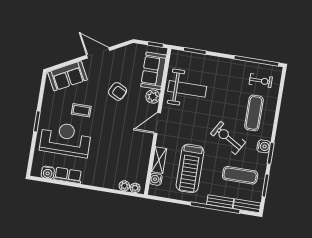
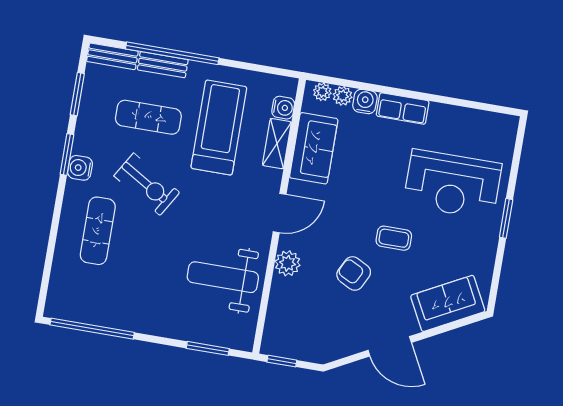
sofa: (154, 71) -> (314, 148), moved
exercise bike: (261, 81) -> (84, 291), removed
coffee table: (81, 110) -> (394, 238), moved
water cooler: (48, 172) -> (365, 101), moved
row of seats: (68, 175) -> (403, 108), moved
exercise mat: (240, 175) -> (148, 117), moved

